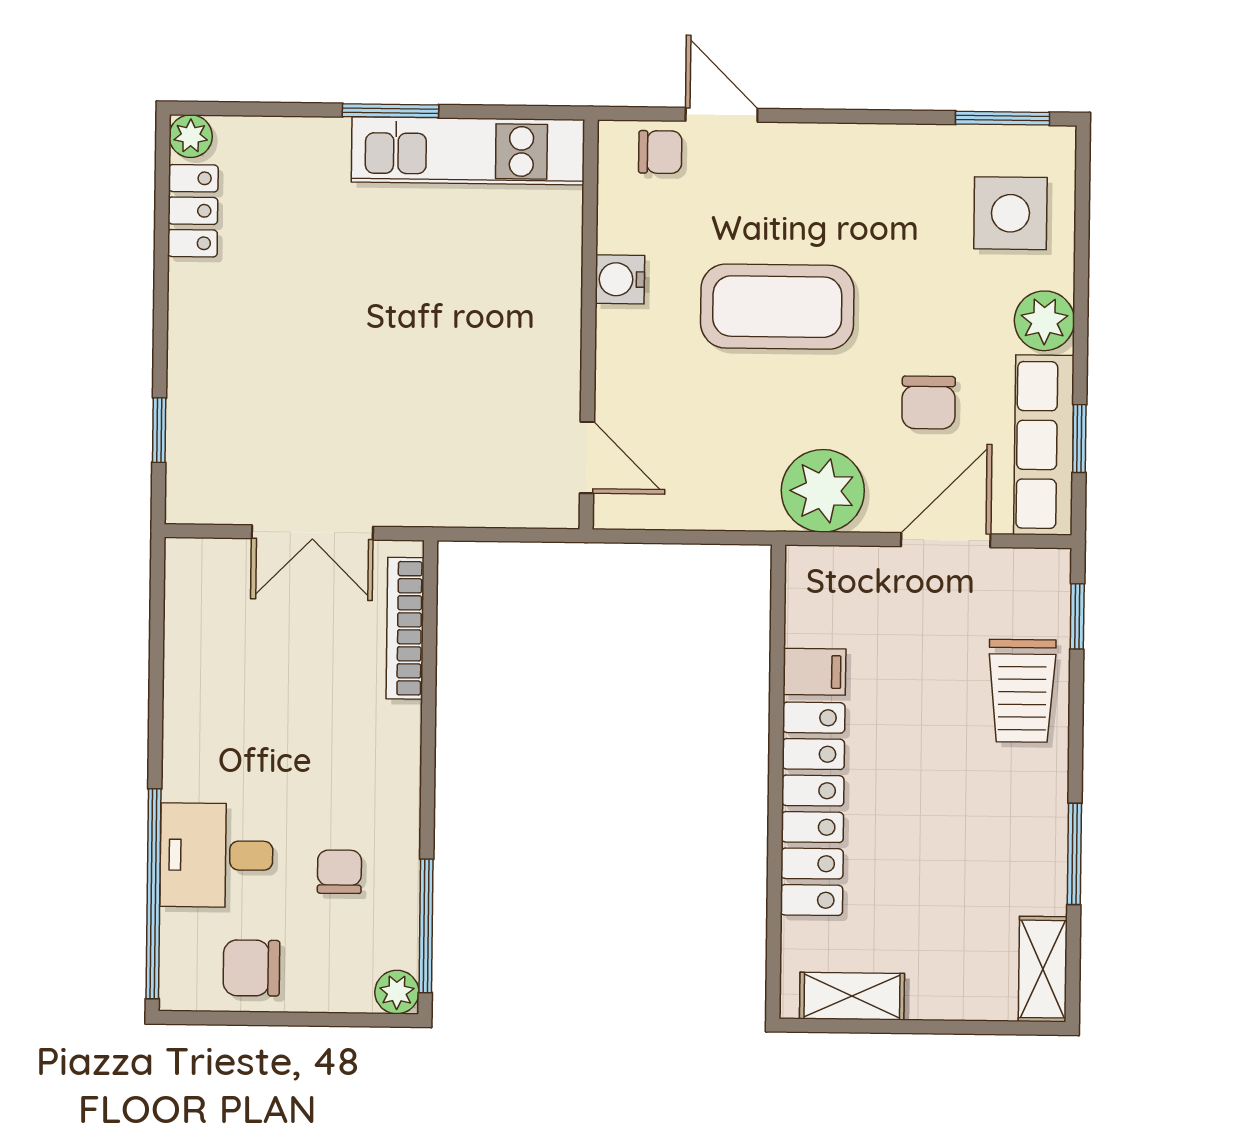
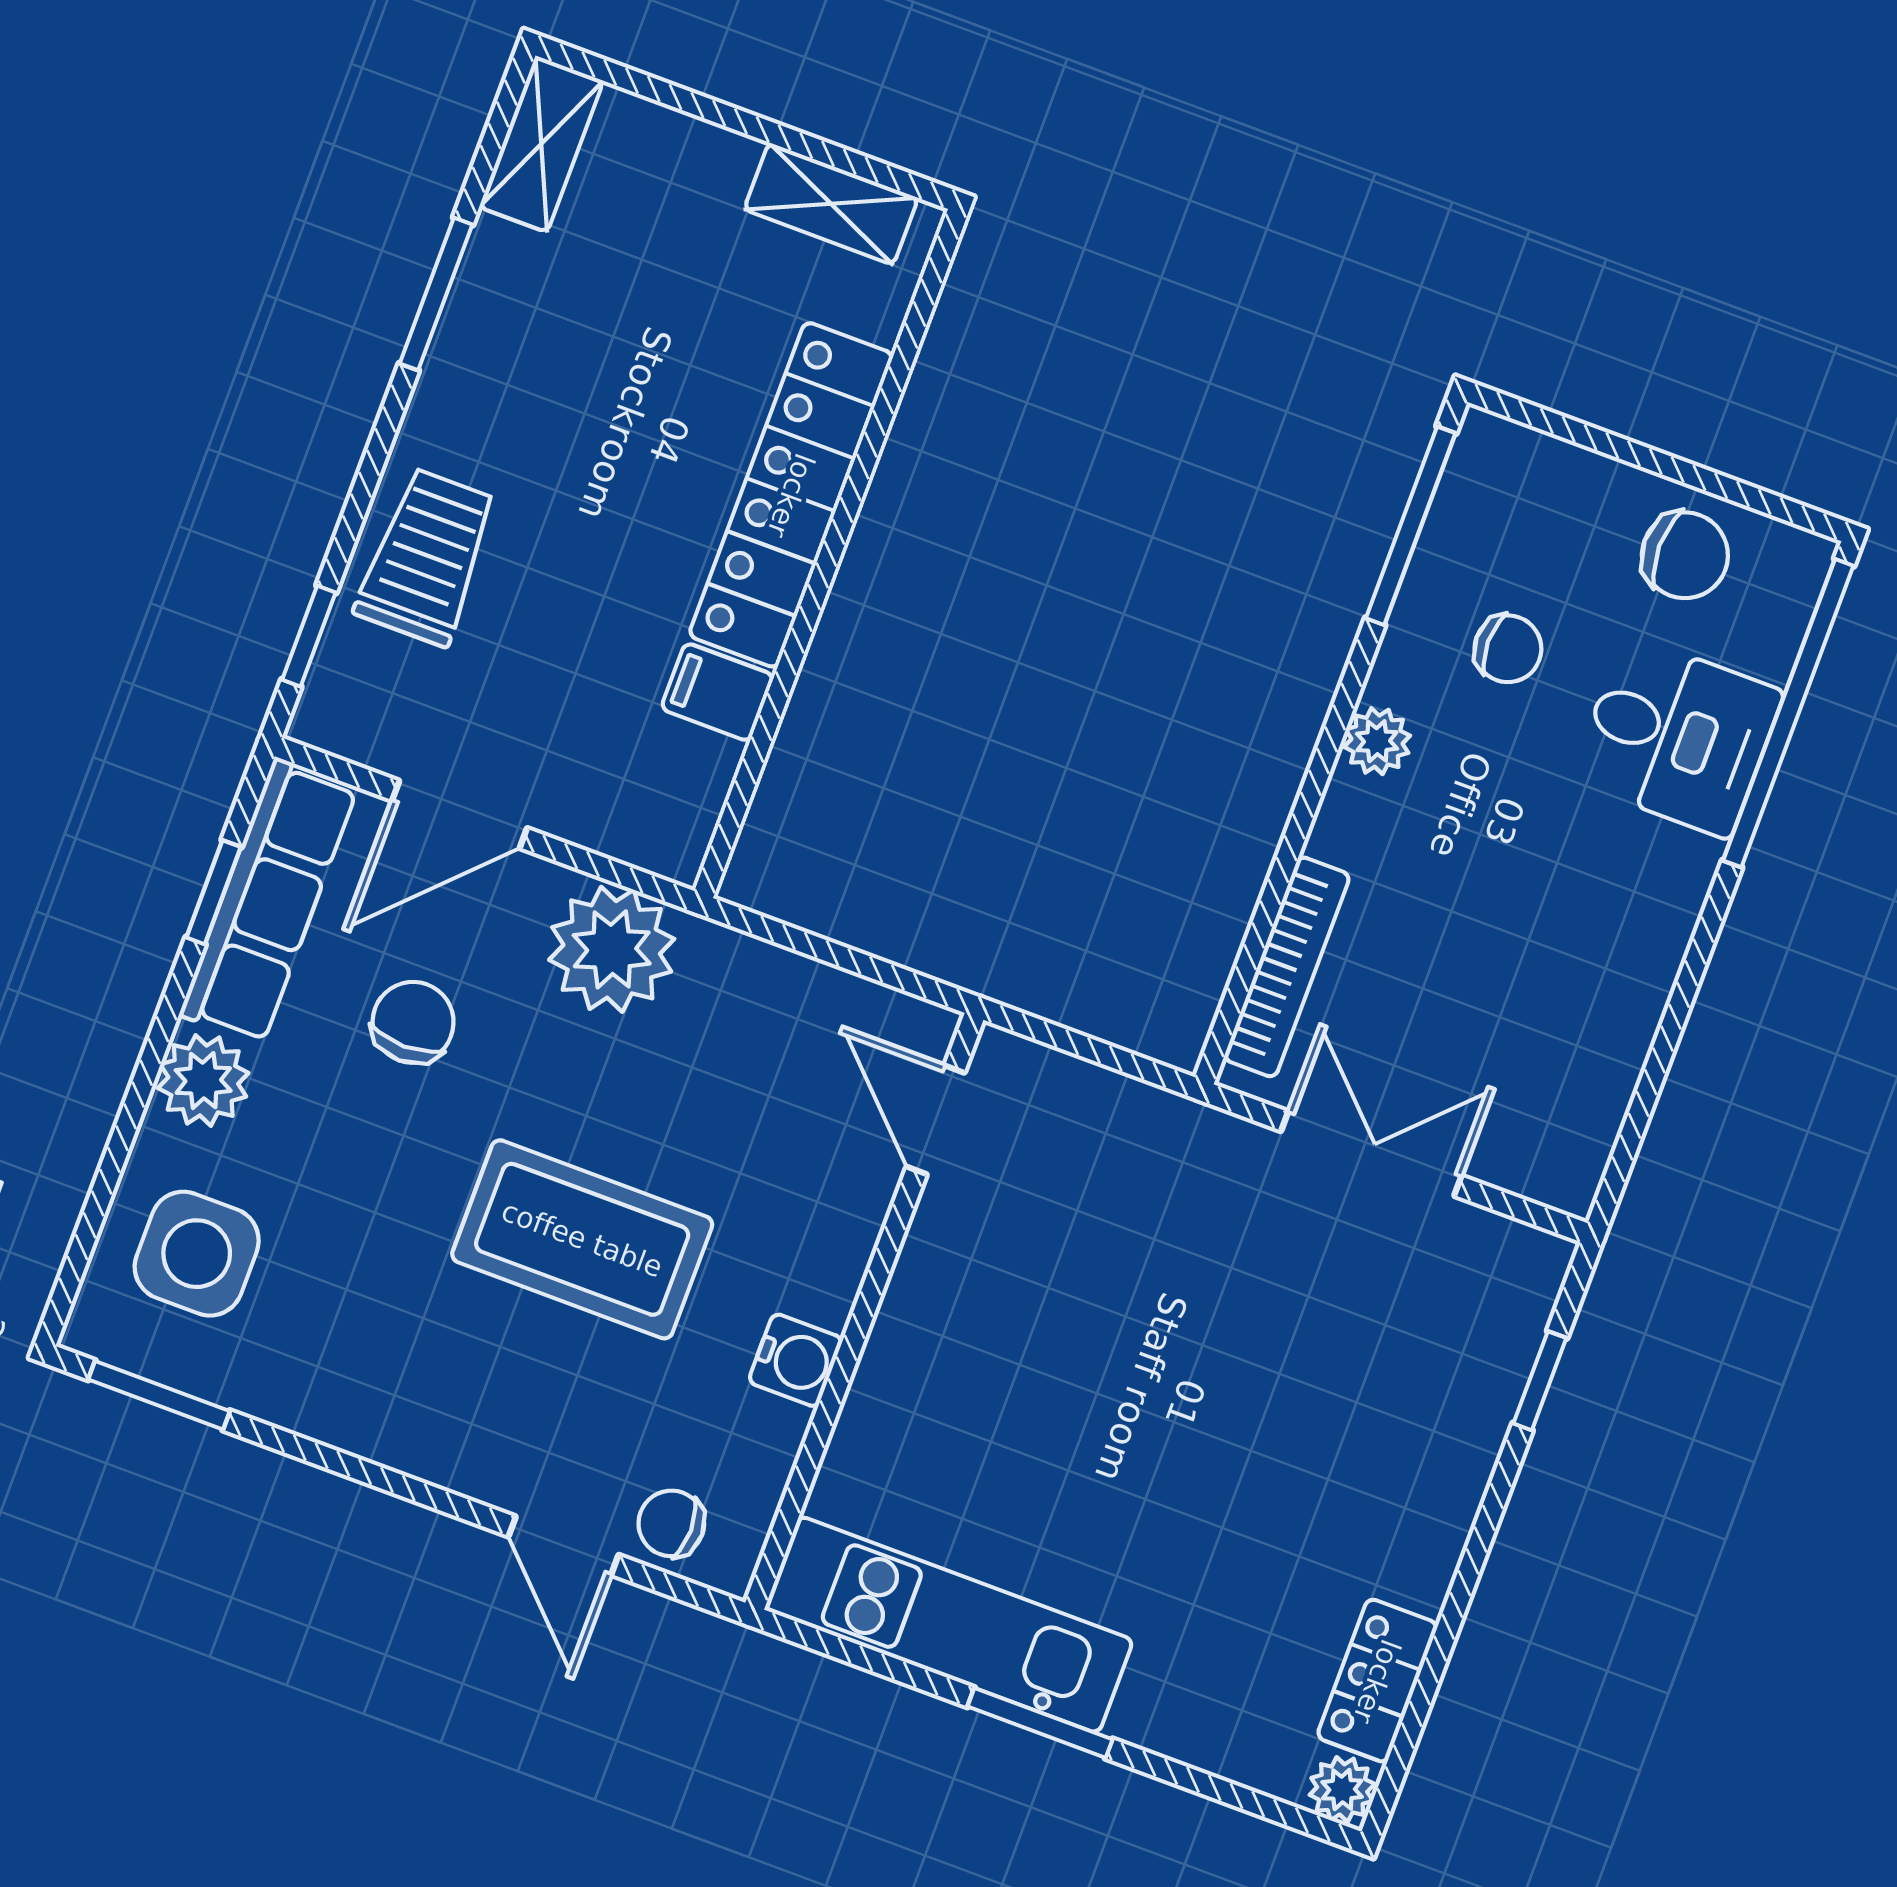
chair: (339, 872) -> (1508, 649), turned -90
plant: (397, 992) -> (1377, 741), moved

